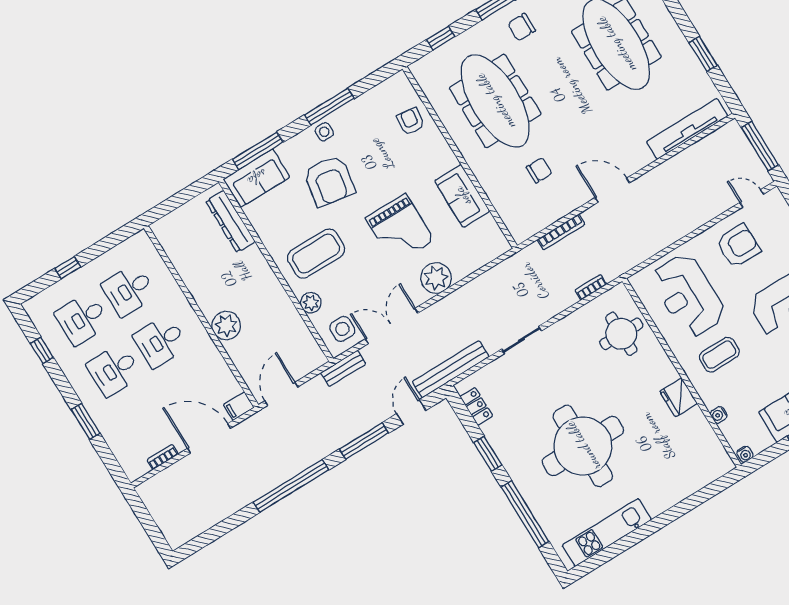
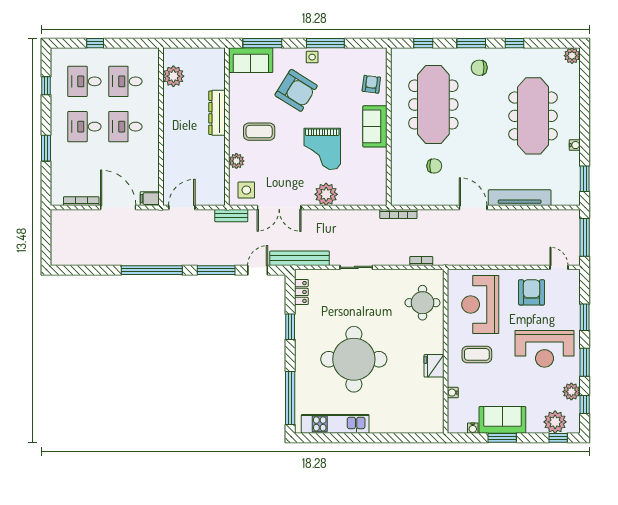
water cooler: (684, 48) -> (575, 145), added
window: (703, 54) -> (585, 179), moved
tv unit: (687, 129) -> (520, 198), moved
armchair: (329, 181) -> (296, 90), turned -68
sofa: (462, 196) -> (375, 126), moved
dresser: (230, 221) -> (217, 113), moved
bookcase: (561, 232) -> (398, 214), moved
armchair: (738, 246) -> (532, 292), turned -90
coffee table: (316, 254) -> (259, 132), width x0.73, depth x0.76
plant: (226, 326) -> (173, 76), moved
double door: (392, 326) -> (279, 207), swing flipped
water cooler: (745, 454) -> (473, 428), moved
bookcase: (163, 457) -> (81, 201), width x1.56
window: (525, 514) -> (290, 398), moved

